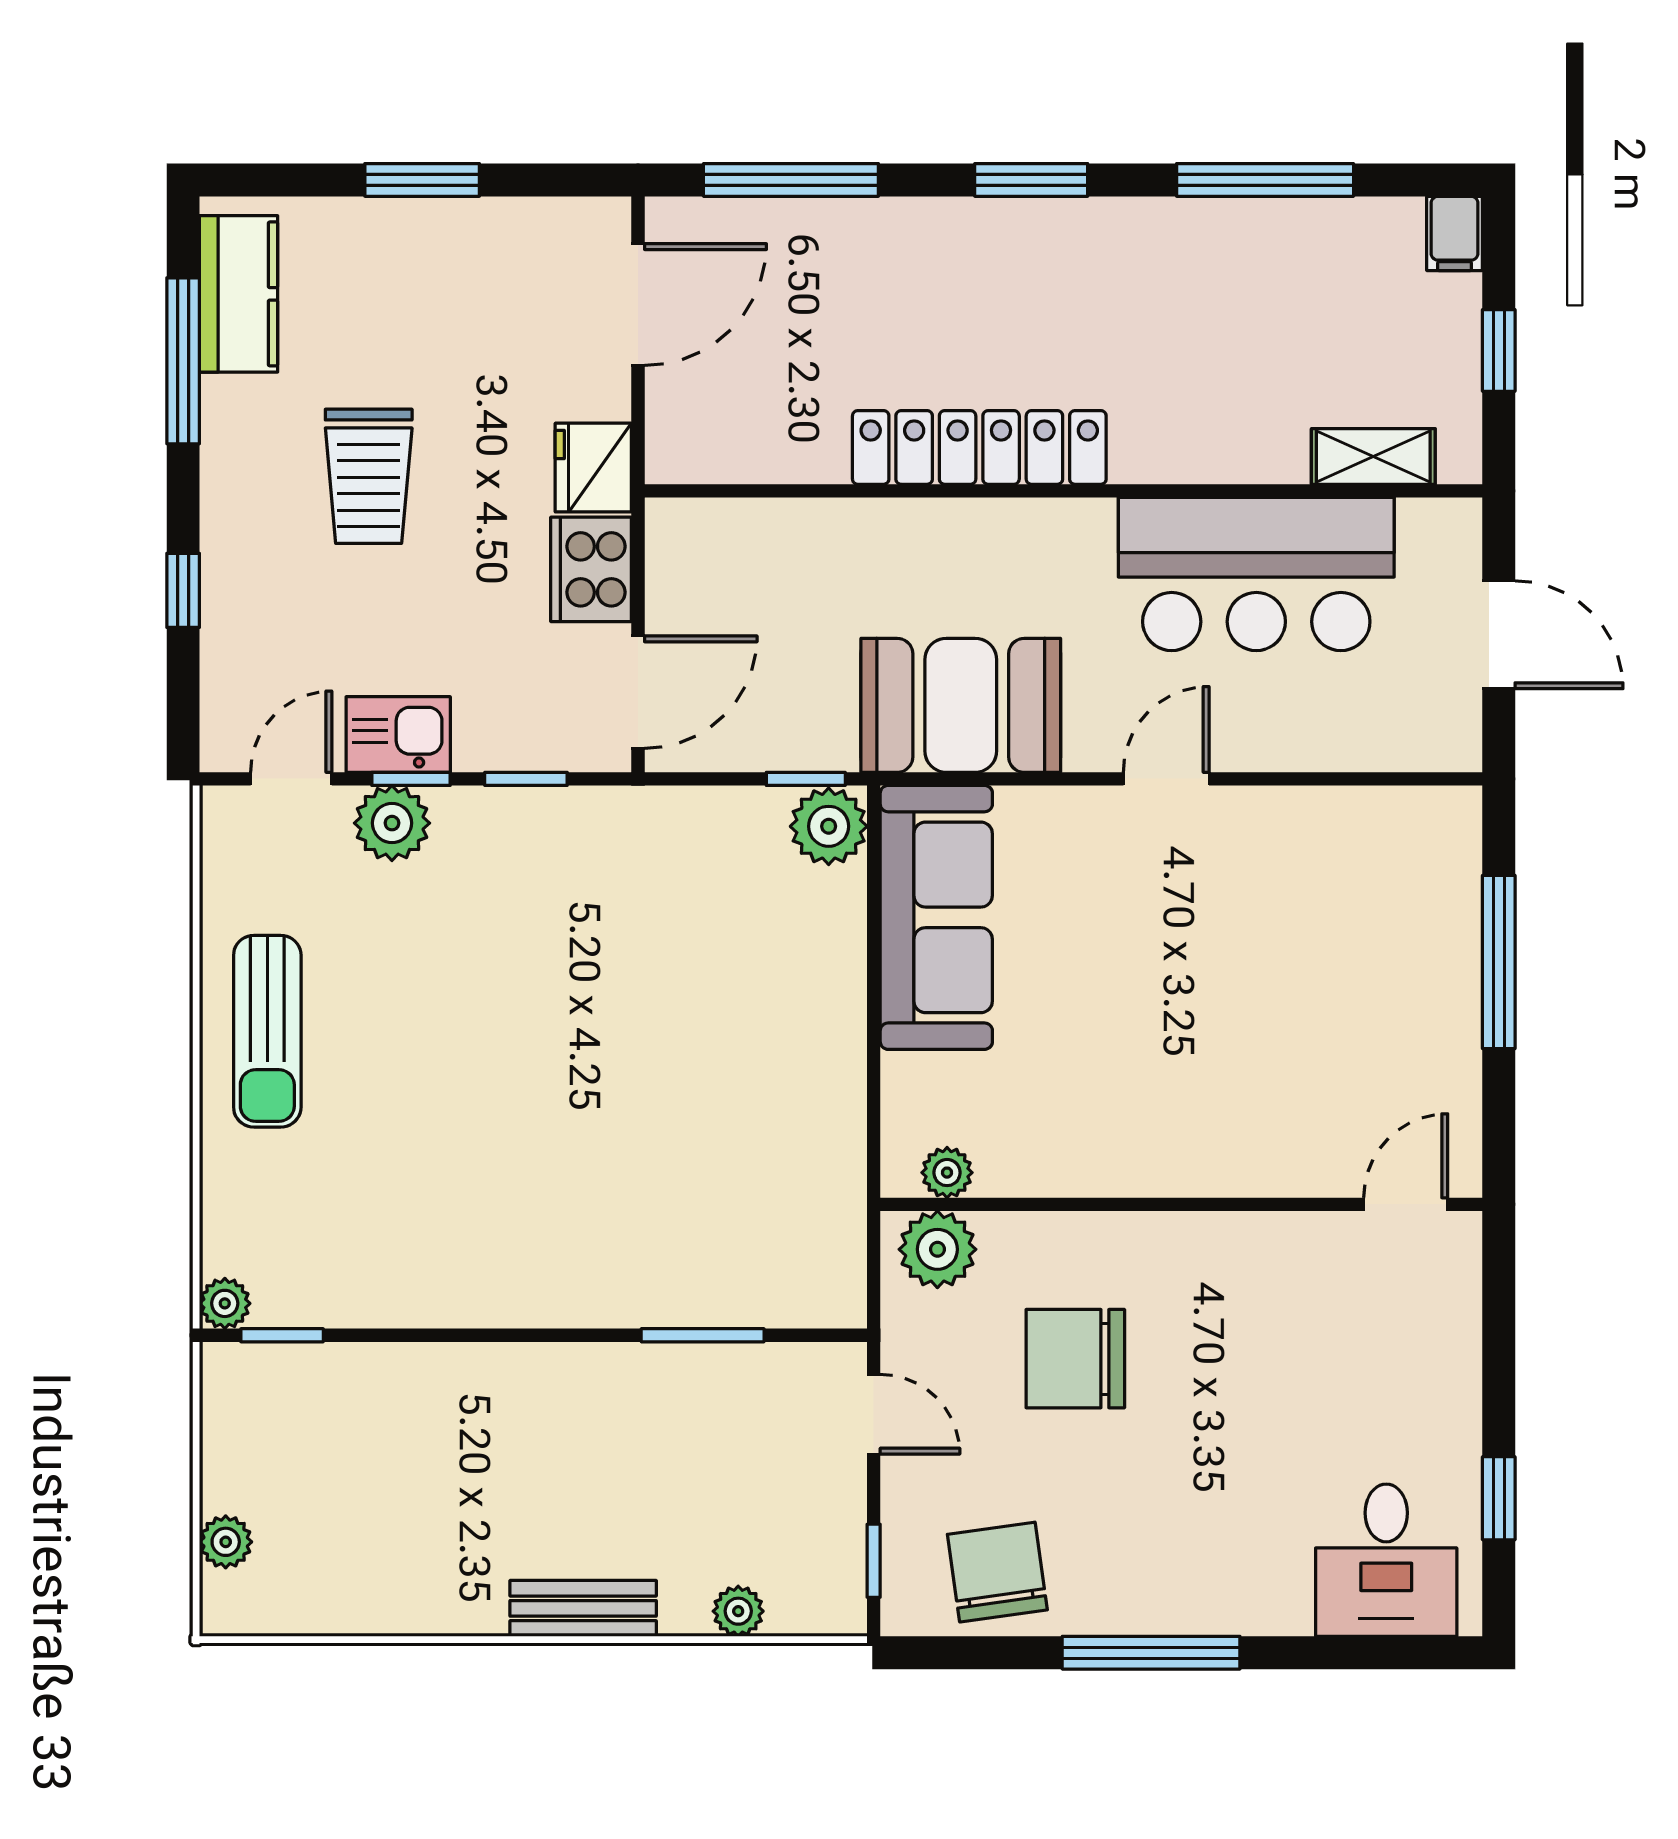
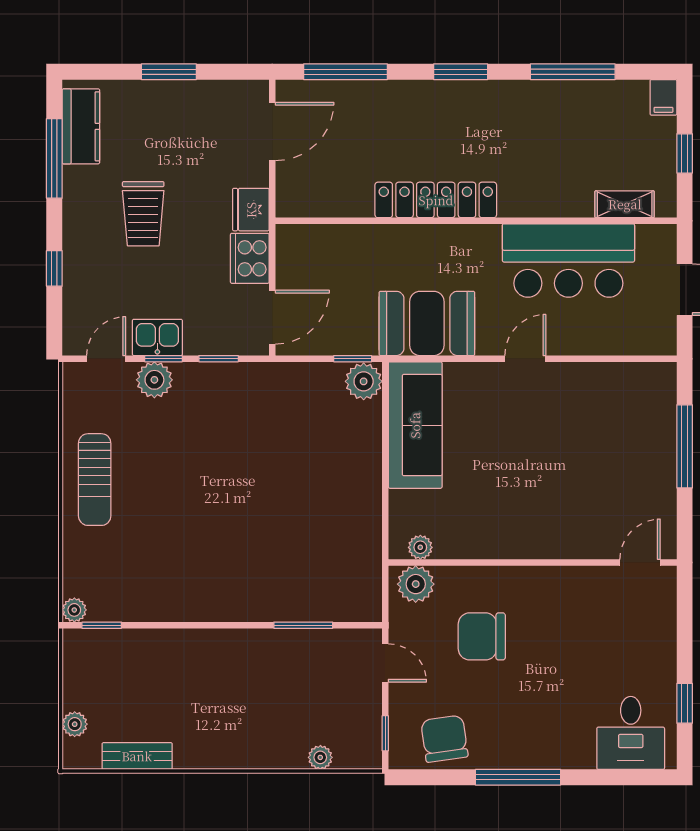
bench: (583, 1608) -> (137, 756), moved

